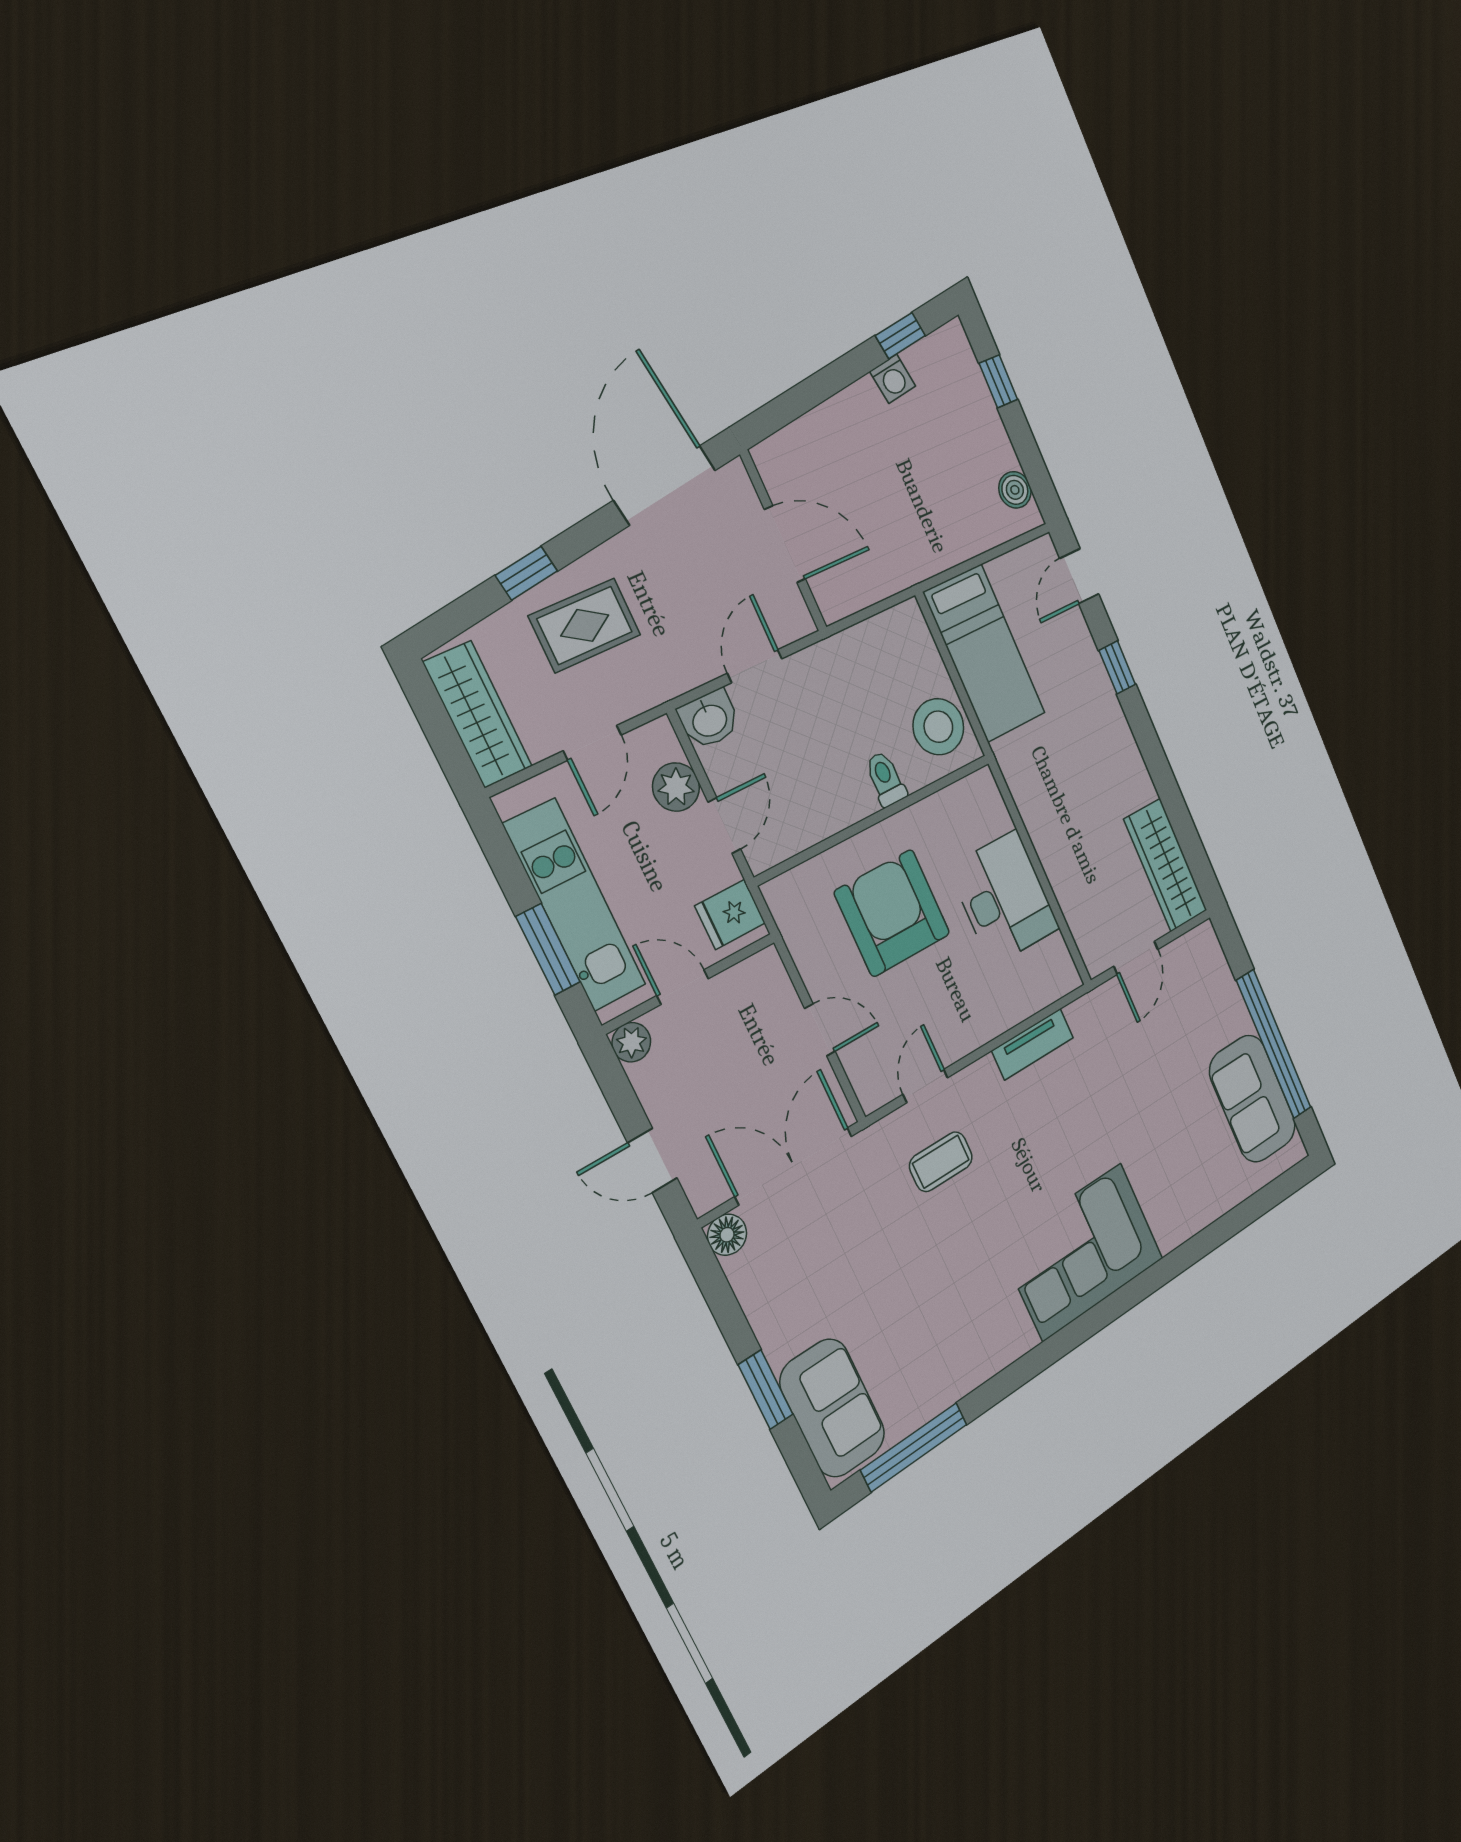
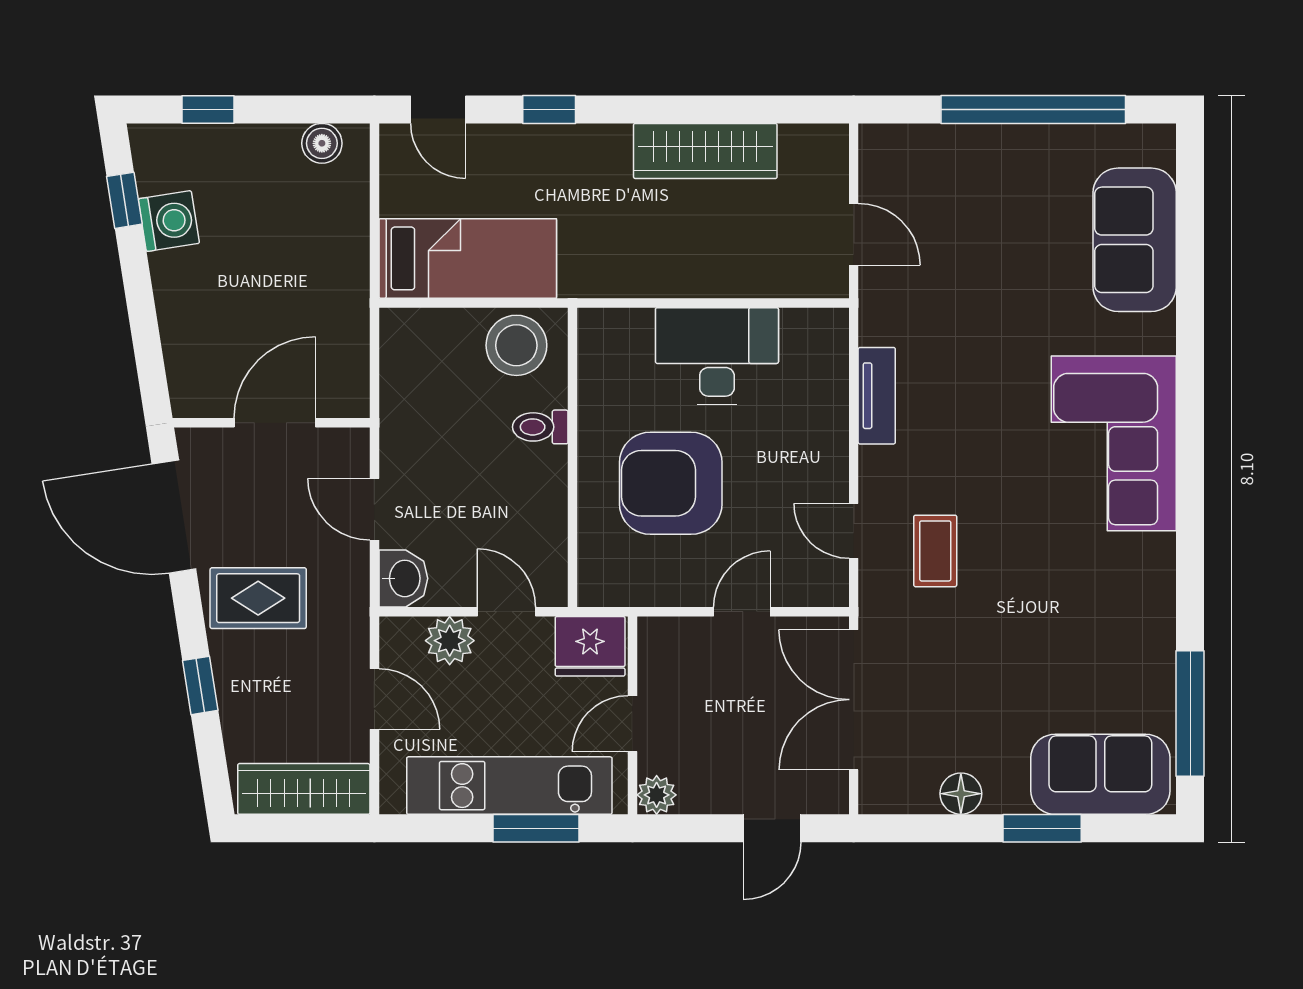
washing machine: (893, 379) -> (169, 221), width x1.38, depth x1.38
rug: (585, 625) -> (258, 598), moved, turned 90
wardrobe: (1166, 865) -> (705, 151), moved
fridge: (730, 914) -> (590, 646), width x1.38
sofa: (1253, 1099) -> (1135, 240), moved, turned 90
floor lamp: (727, 1235) -> (961, 794), moved

